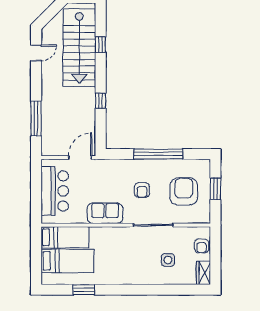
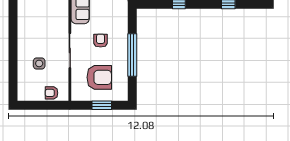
armchair: (142, 190) -> (101, 41), turned 90
wardrobe: (204, 273) -> (28, 95), removed

